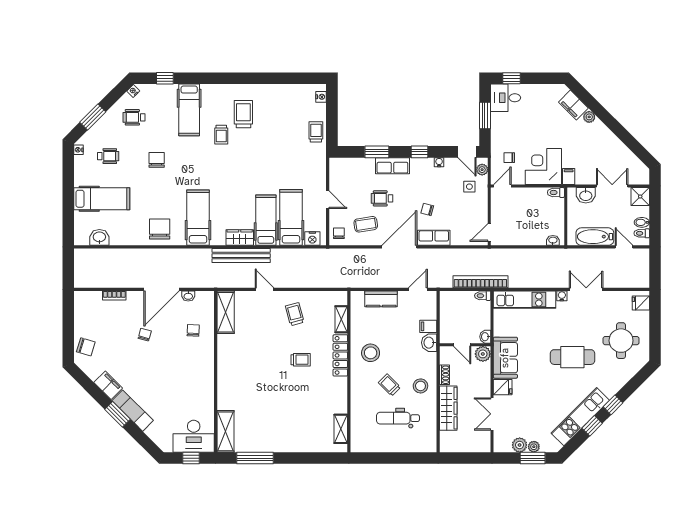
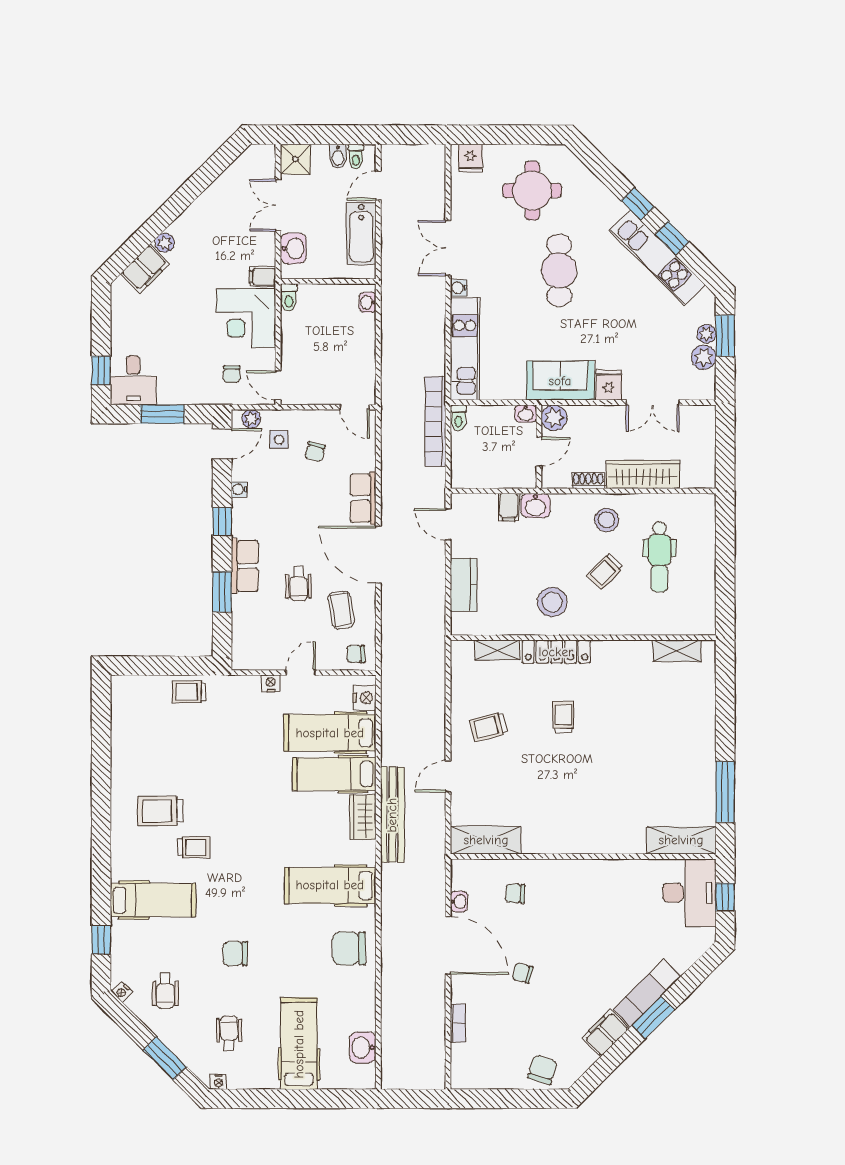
nightstand: (321, 97) -> (271, 683), moved
chair: (427, 209) -> (315, 452), moved

